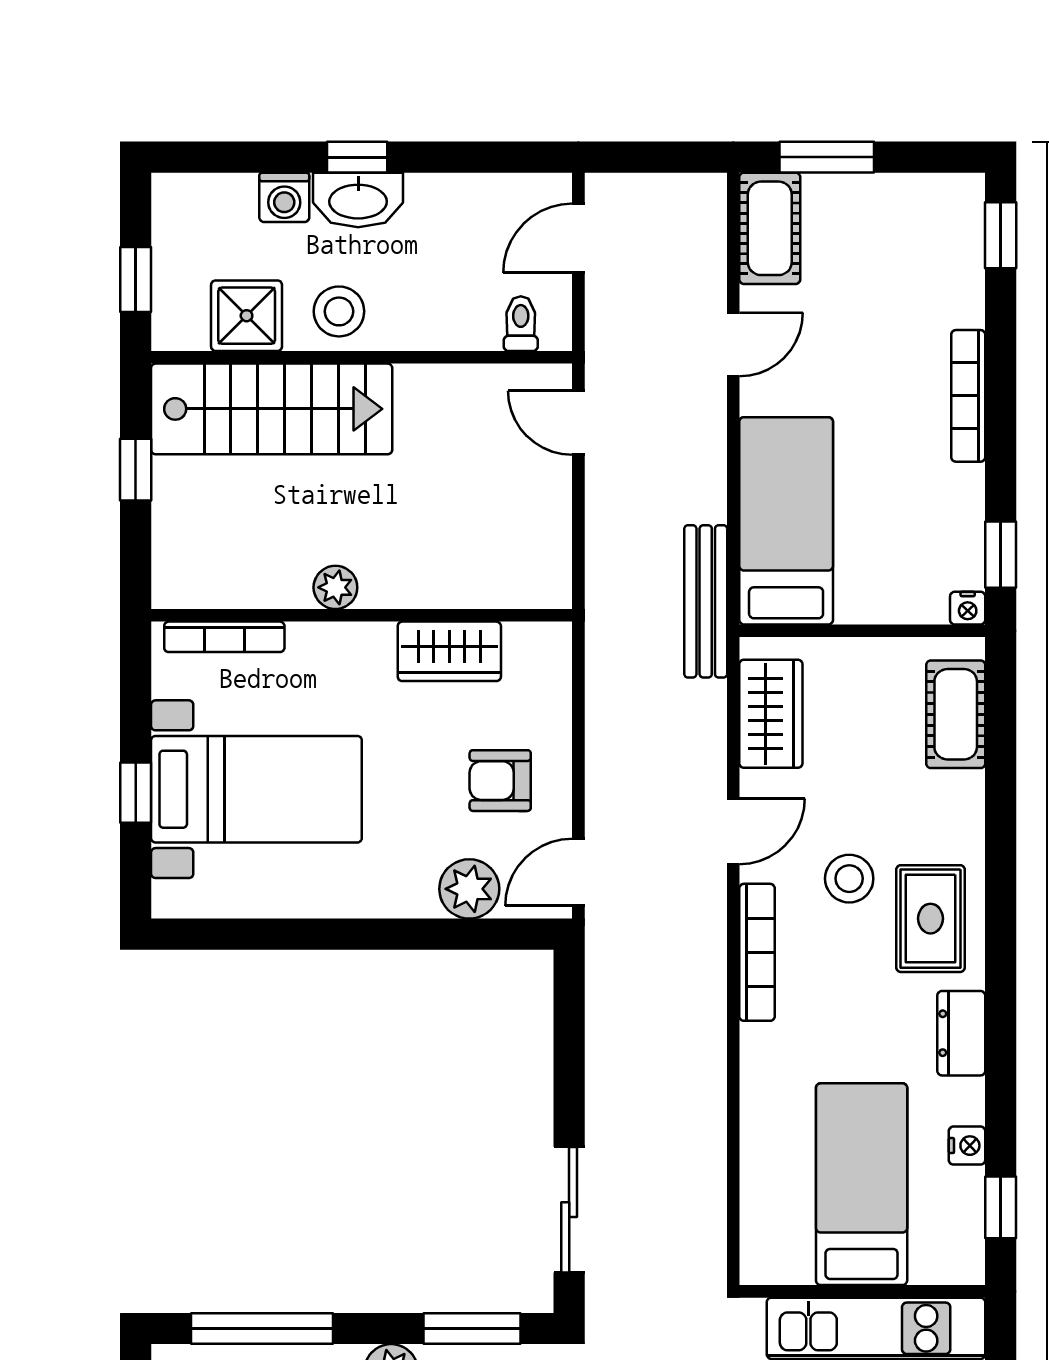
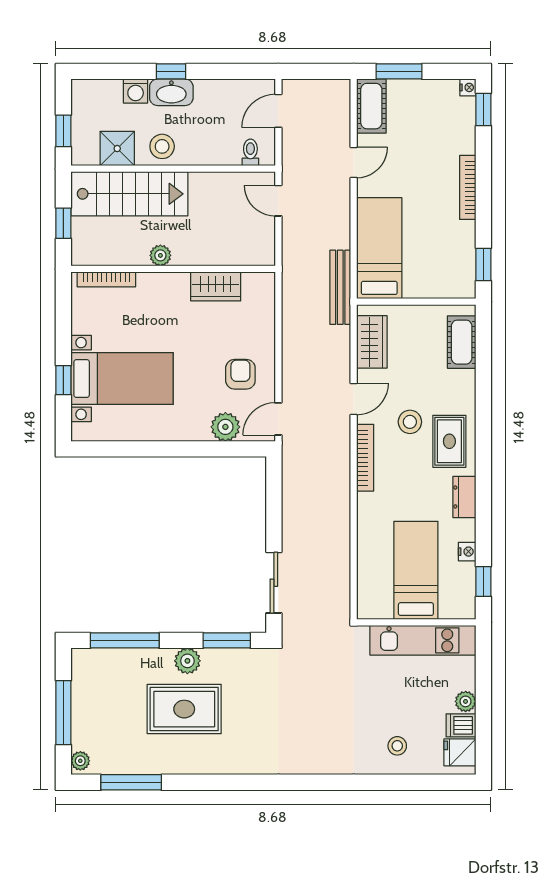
plant: (335, 587) -> (160, 255), moved
nightstand: (968, 608) -> (468, 87), moved, turned -90
wall: (362, 615) -> (173, 269), moved
bookcase: (224, 637) -> (106, 279), moved
wardrobe: (449, 651) -> (216, 286), moved
armchair: (500, 781) -> (240, 374), turned 90

